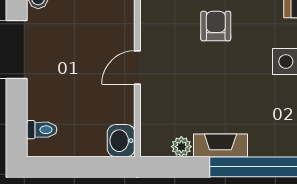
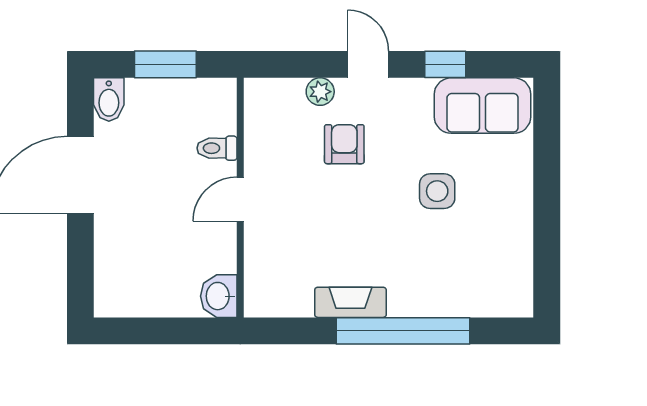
toilet: (42, 130) -> (217, 148), moved, turned 180
plant: (181, 147) -> (299, 304), removed

